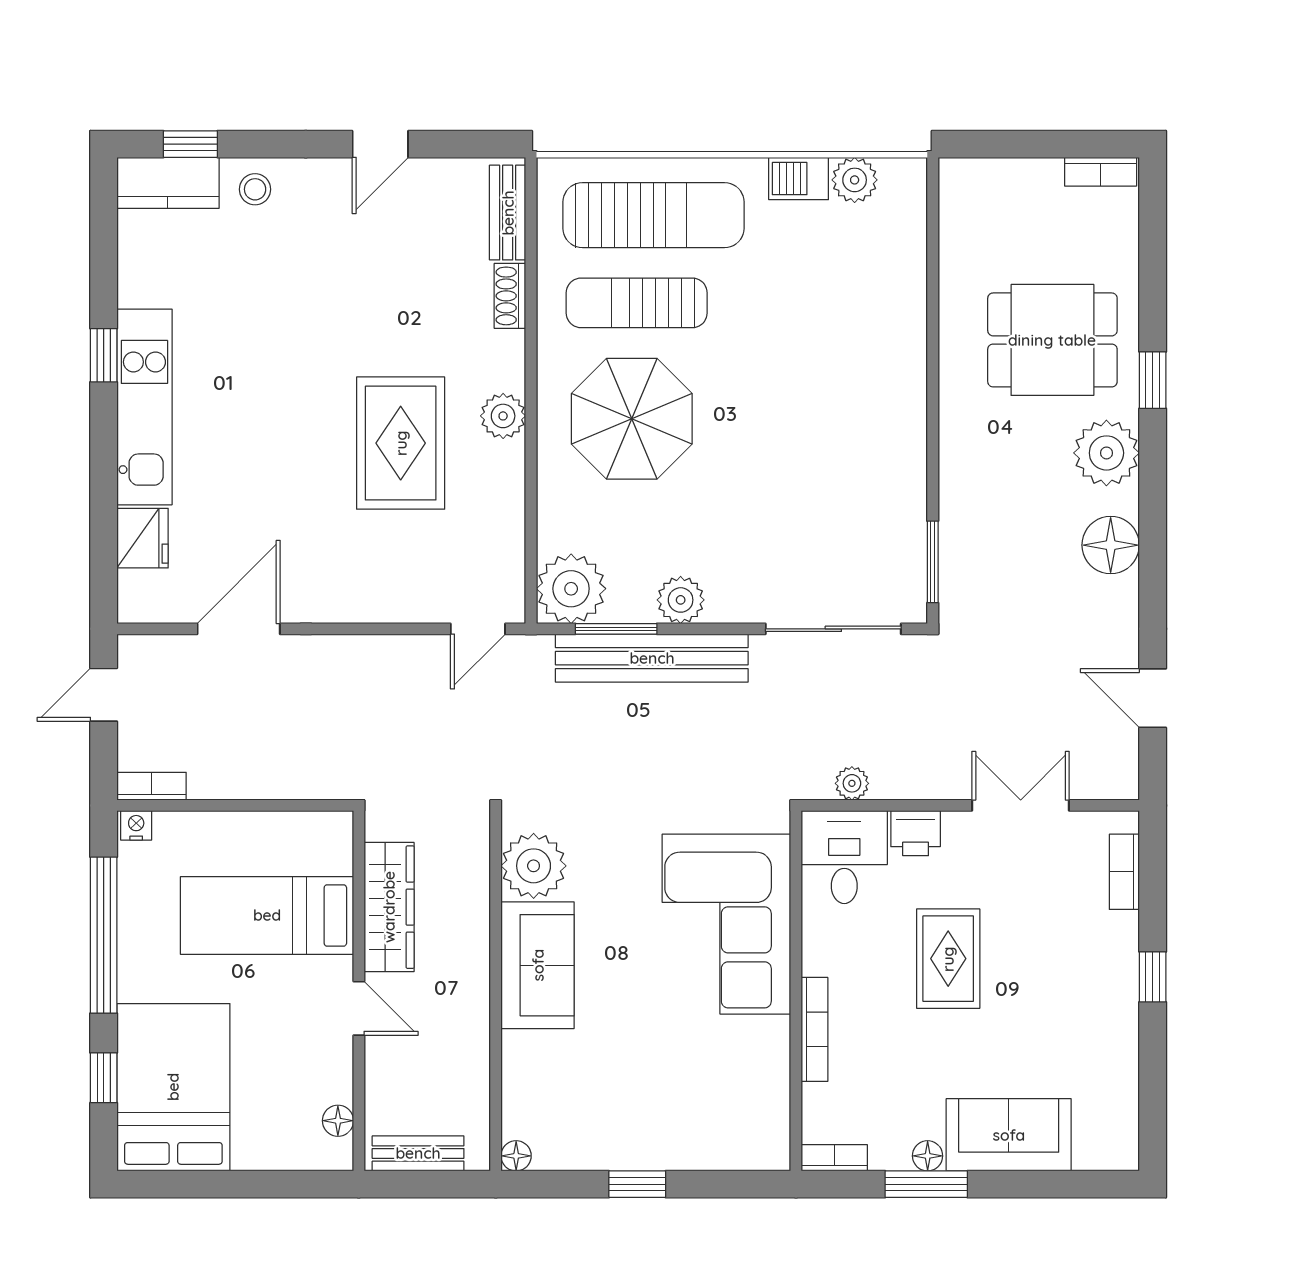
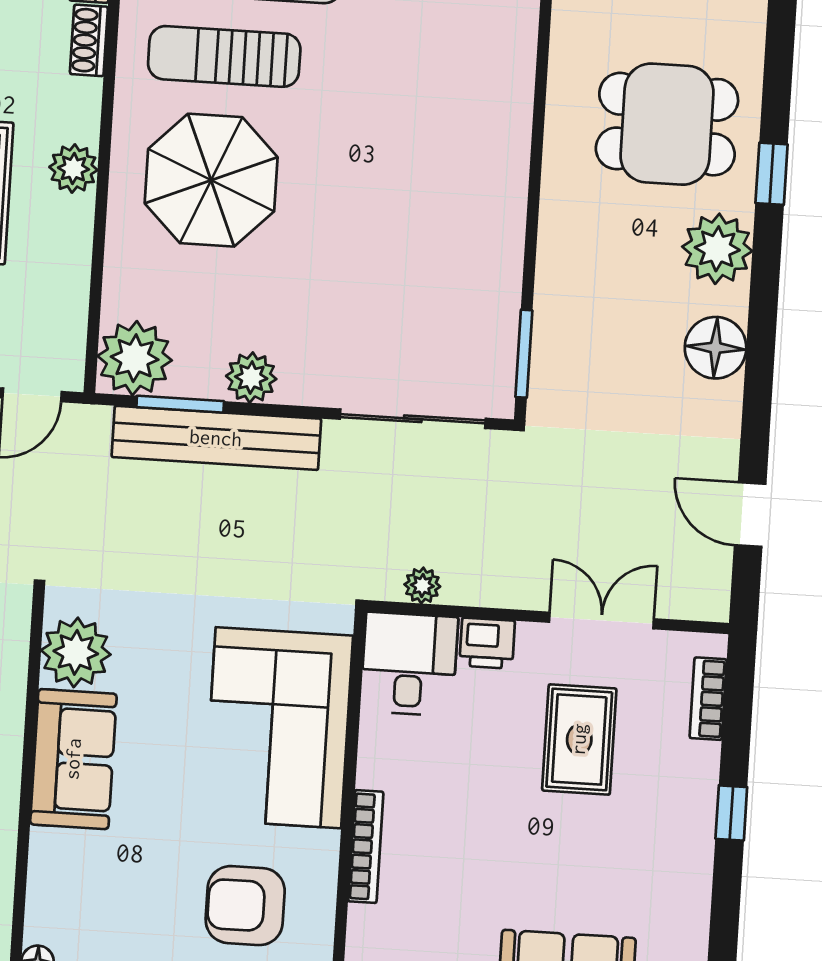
rug: (948, 959) -> (579, 739), moved
armchair: (706, 1091) -> (245, 906), added

